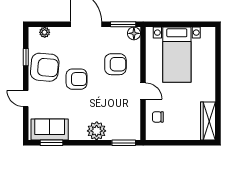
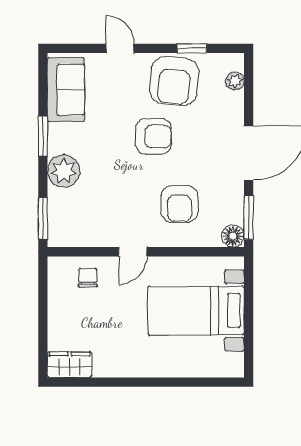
armchair: (77, 79) -> (154, 136), turned -90
door: (26, 98) -> (120, 48), hinge flipped
wardrobe: (208, 121) -> (70, 365), width x0.67
window: (52, 143) -> (43, 136), moved

